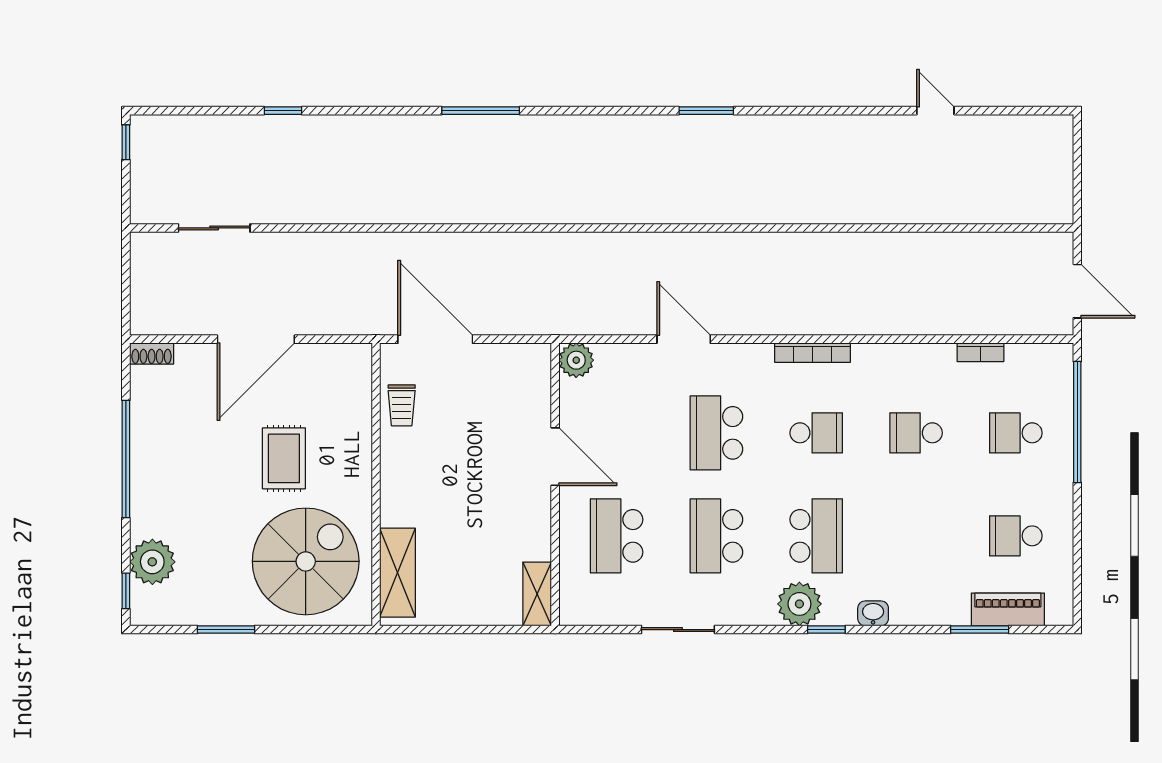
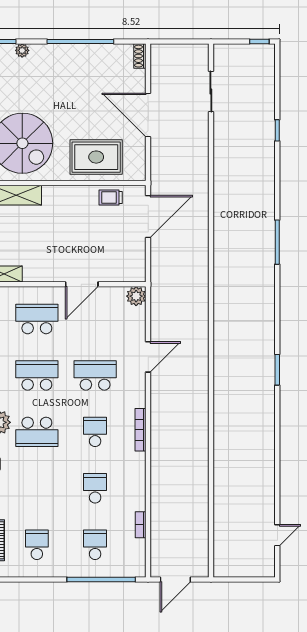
door: (935, 111) -> (277, 535), moved
school desk: (816, 433) -> (95, 432), turned 180
rug: (284, 458) -> (96, 157), moved, width x1.36, depth x1.43
plant: (152, 562) -> (22, 50), width x0.53, depth x0.53

